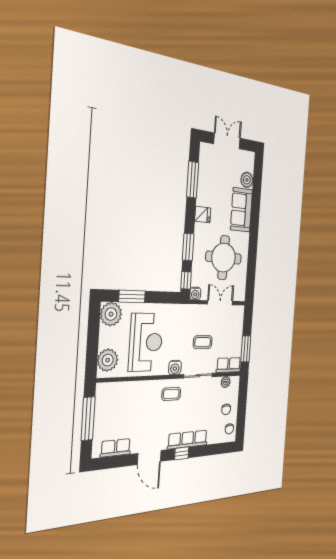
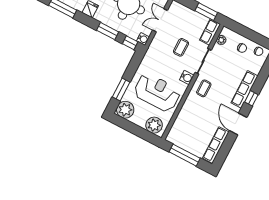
row of seats: (116, 448) -> (216, 145), width x1.48
door: (149, 457) -> (238, 124), swing flipped

